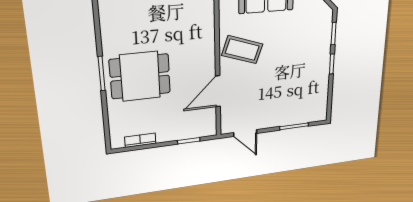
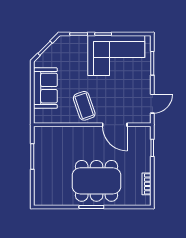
coffee table: (242, 50) -> (84, 106), turned -38
dining table: (140, 76) -> (97, 181), width x1.38
corner sofa: (305, 83) -> (116, 56), added

